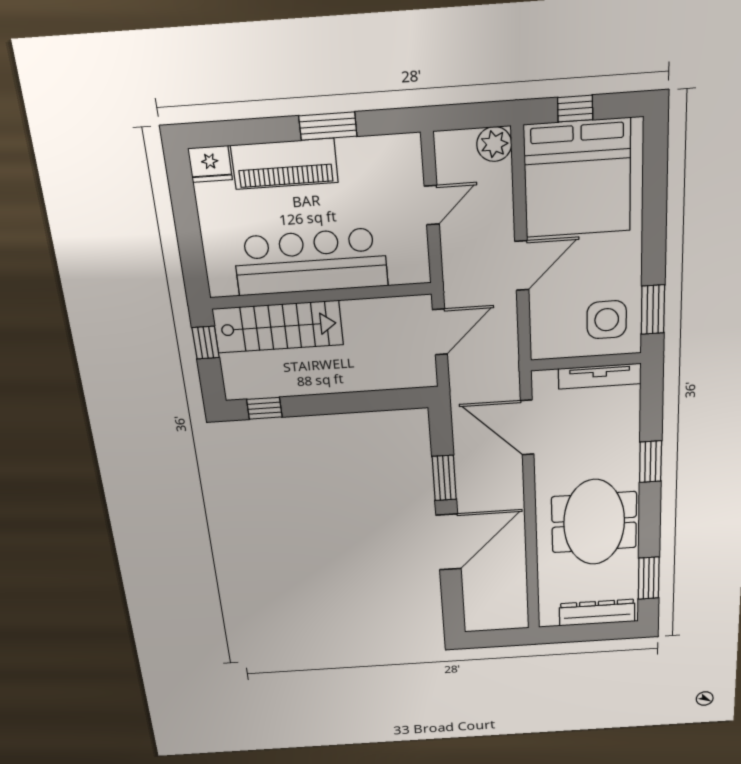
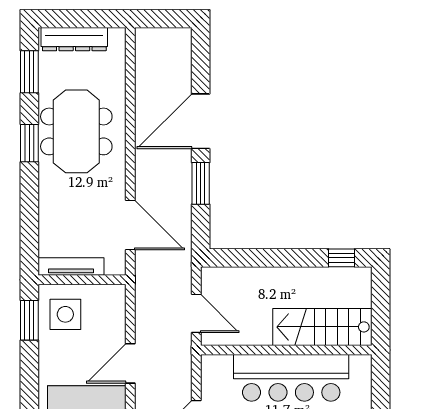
door: (440, 332) -> (196, 313), swing flipped
window: (206, 343) -> (381, 318), removed
window: (651, 462) -> (29, 143), moved

